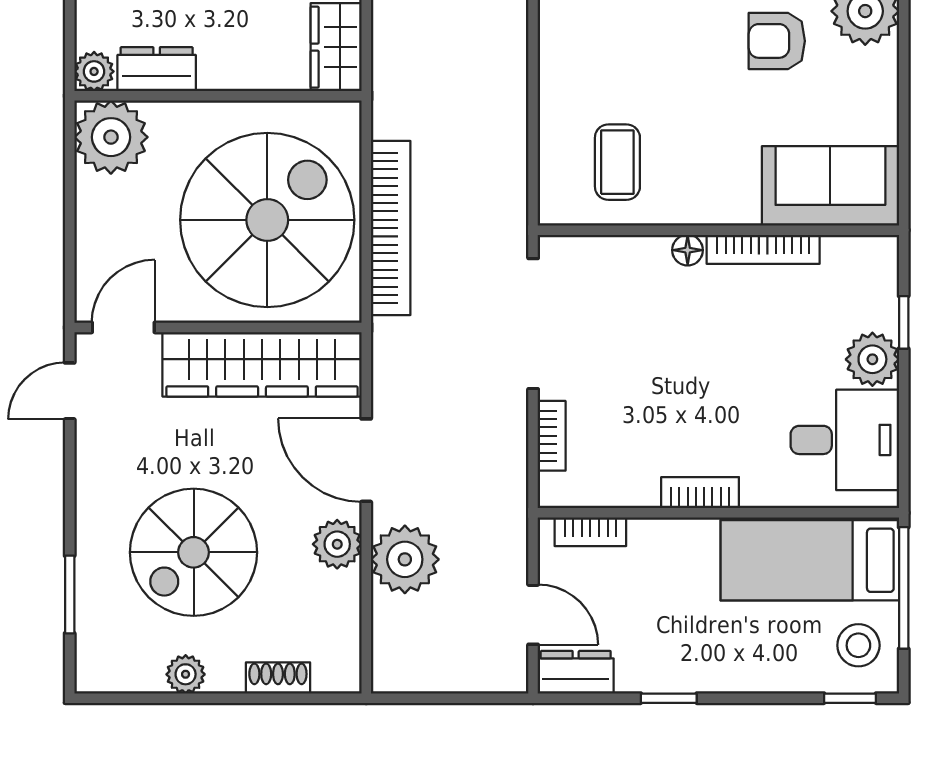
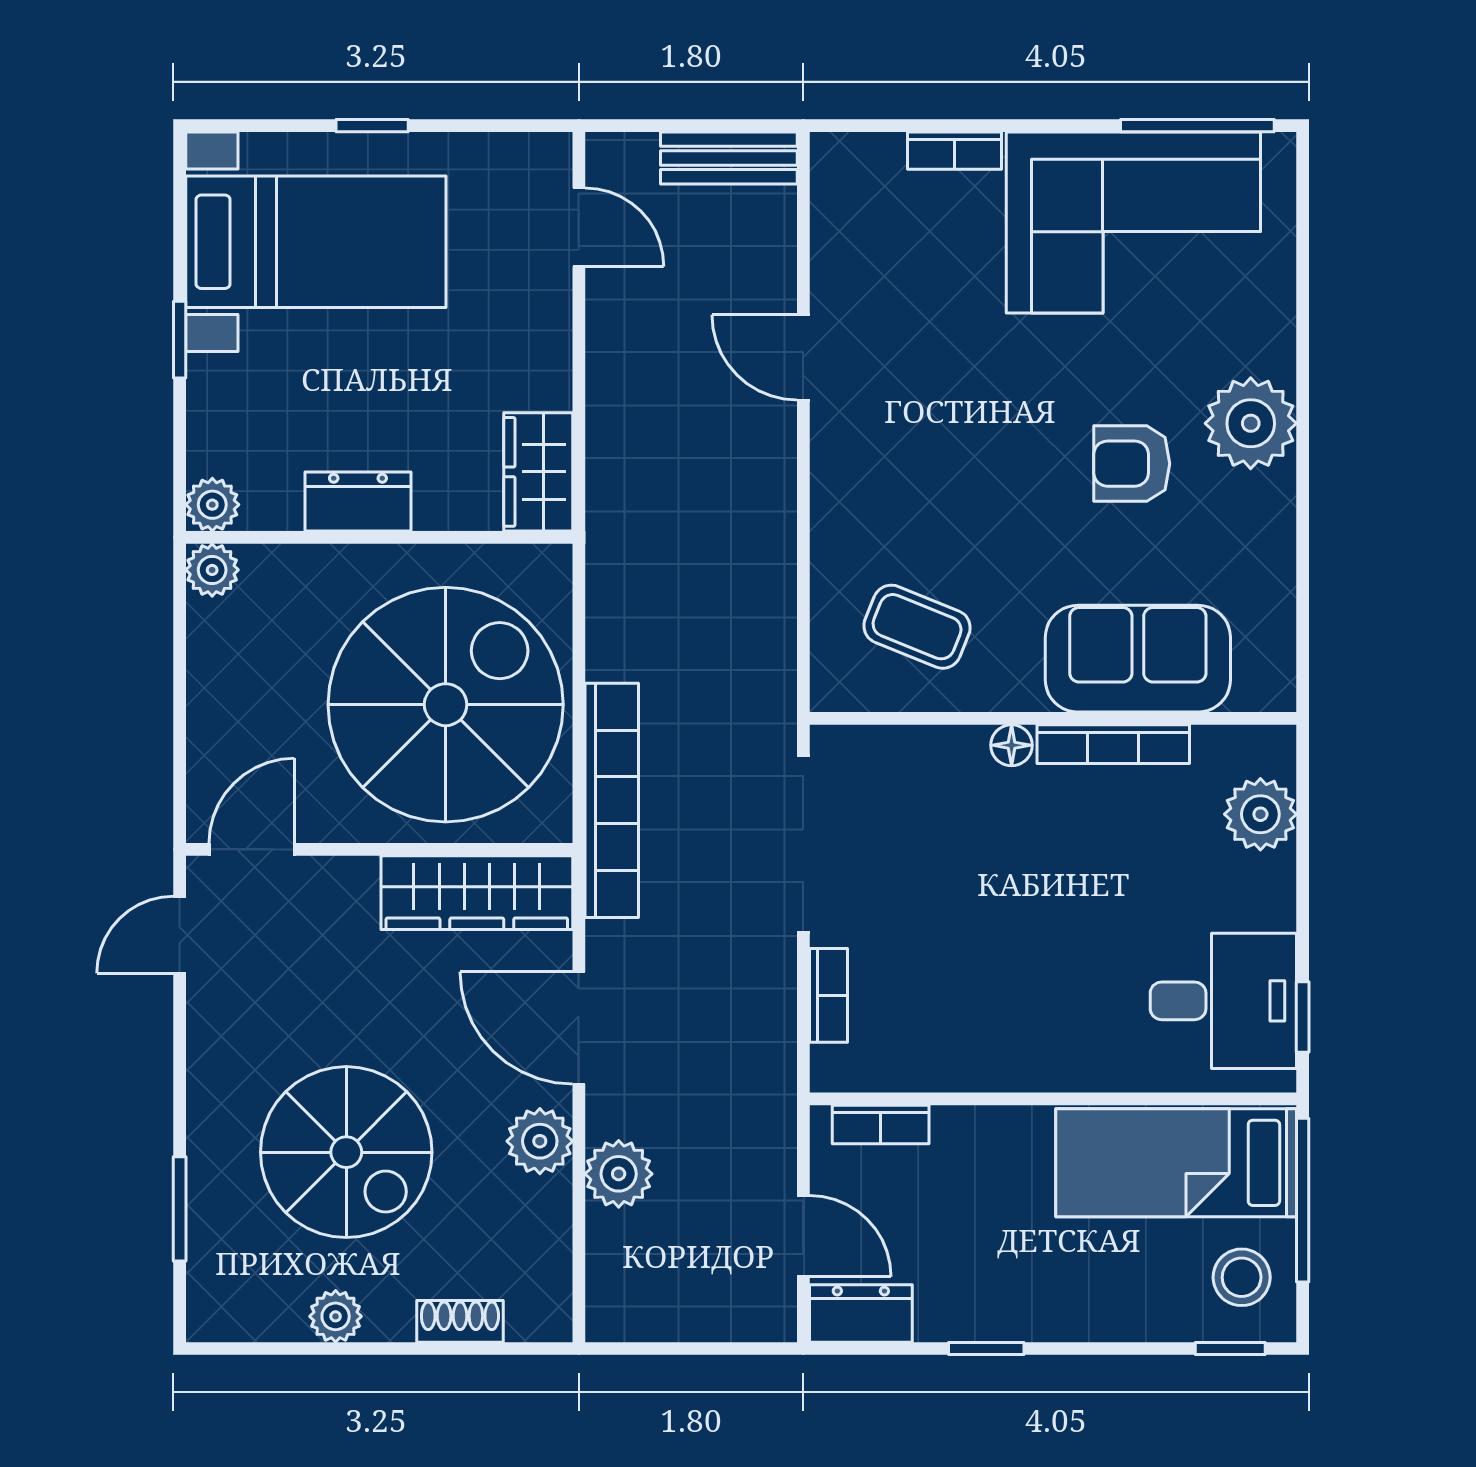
dresser: (157, 69) -> (358, 501), moved
plant: (111, 137) -> (212, 570), width x0.53, depth x0.53
coffee table: (617, 162) -> (917, 627), turned -68
sofa: (830, 186) -> (1138, 659), moved
bookcase: (391, 228) -> (612, 800), moved
window: (904, 322) -> (1303, 1017), moved
plant: (872, 359) -> (1260, 814), moved
wardrobe: (262, 364) -> (477, 893), width x0.71, depth x0.85
bookcase: (700, 493) -> (1028, 1072), removed
spiral stairs: (194, 552) -> (346, 1152), turned -90
plant: (405, 559) -> (619, 1174), width x0.73, depth x0.73

